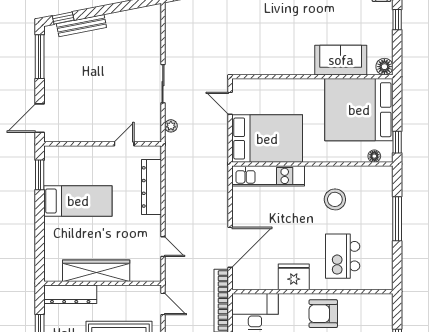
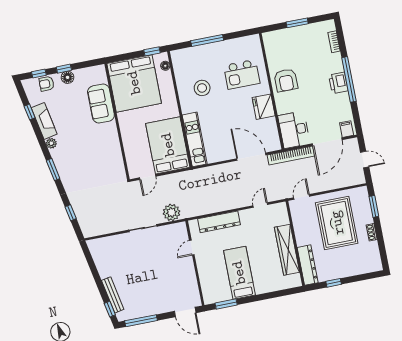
floor lamp: (384, 67) -> (67, 77), moved
plant: (171, 126) -> (172, 212), width x1.87, depth x1.87
door: (124, 144) -> (192, 248), hinge flipped

